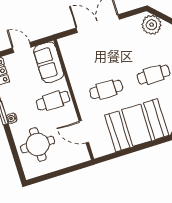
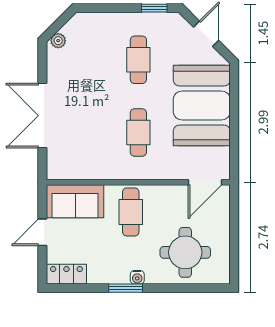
plant: (152, 25) -> (58, 41), width x0.53, depth x0.53
door: (84, 132) -> (205, 182), moved

